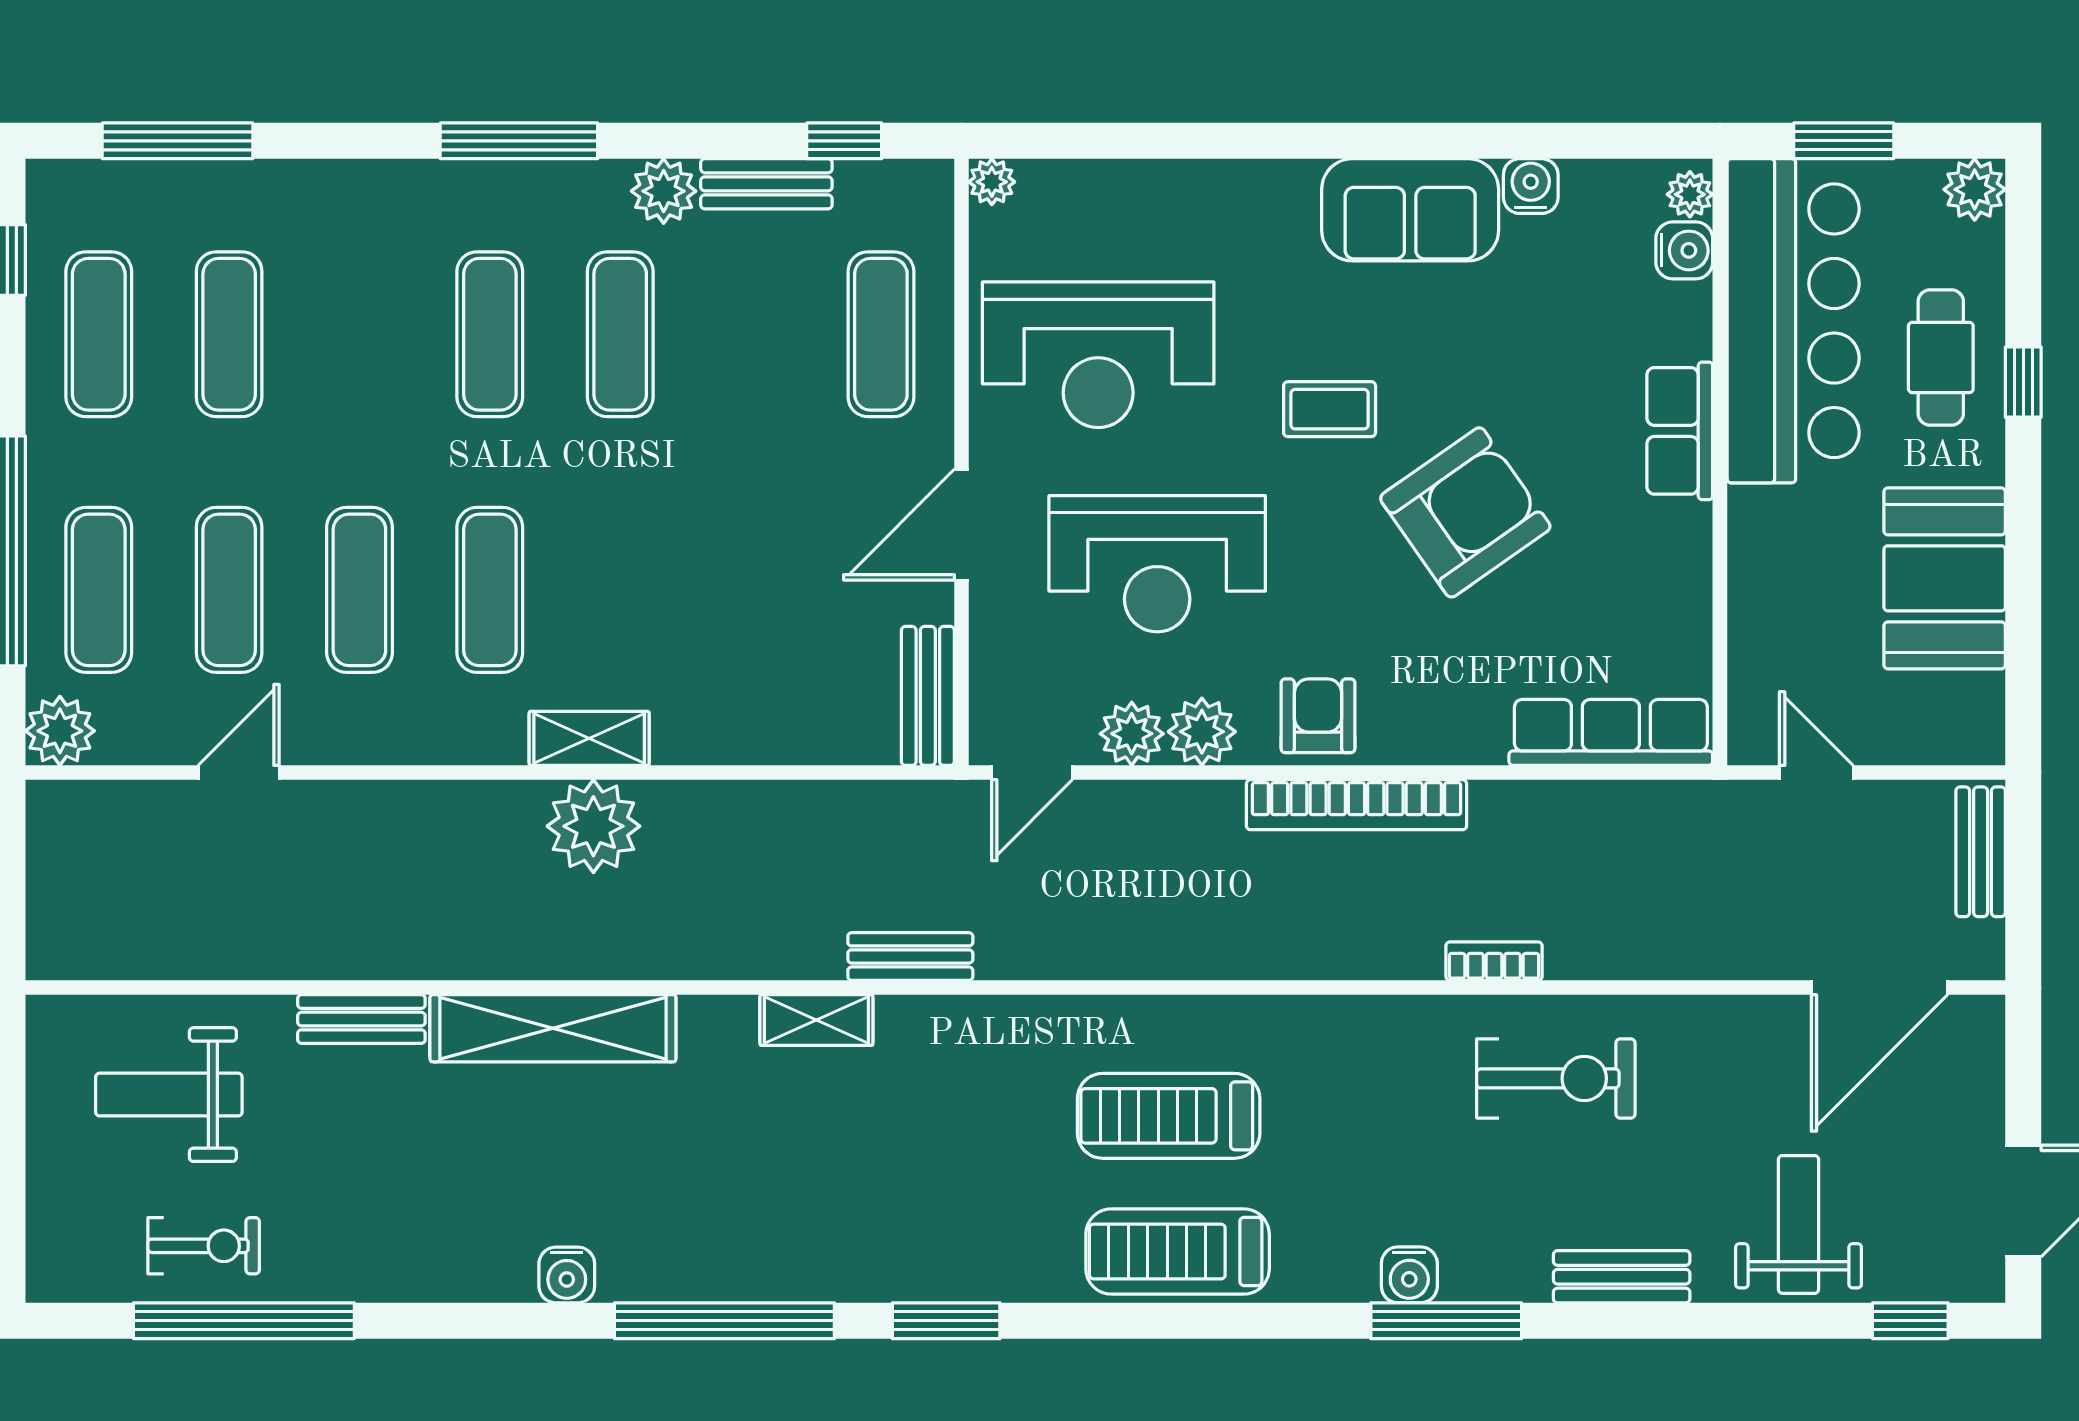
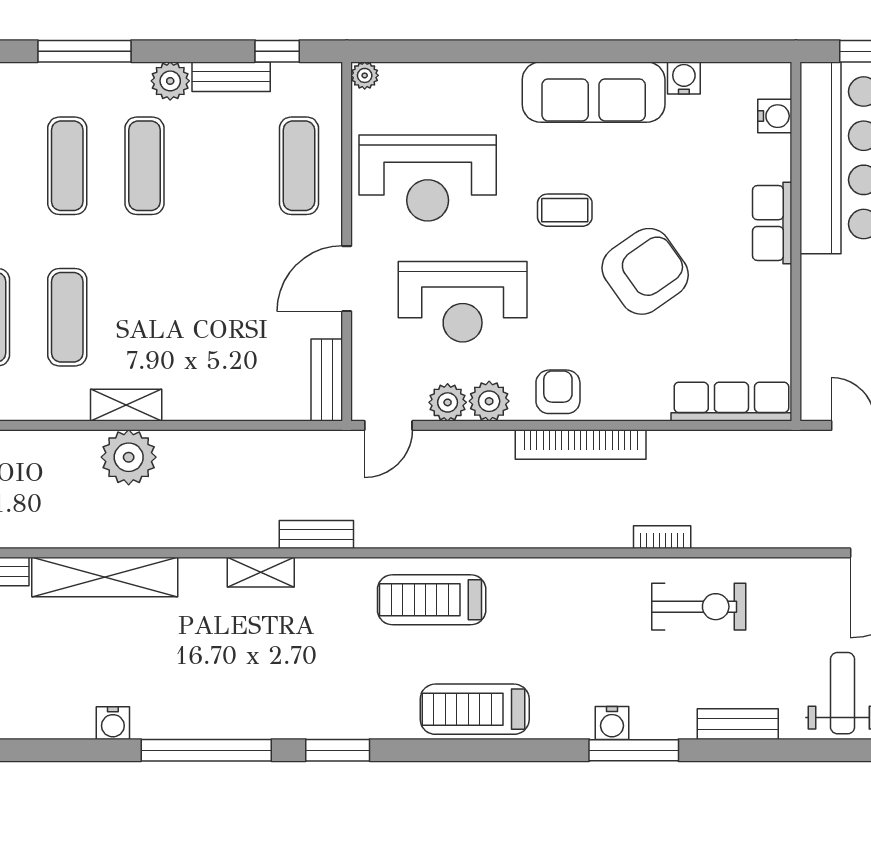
plant: (1690, 194) -> (778, 83), removed
sofa: (1410, 210) -> (594, 92), width x1.36
treadmill: (1169, 1116) -> (432, 600), moved

